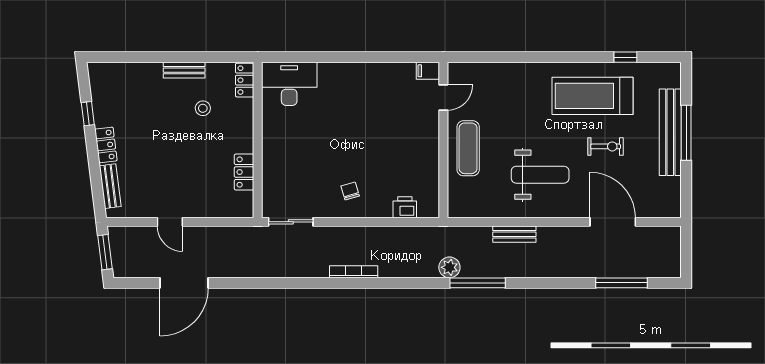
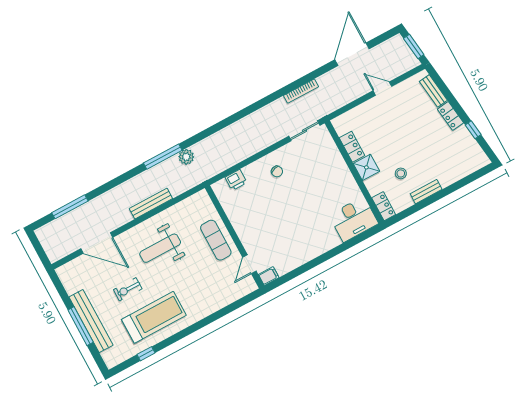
shower: (240, 138) -> (366, 167), added
bench: (514, 234) -> (151, 204), width x1.36
bookcase: (354, 272) -> (301, 91), moved

